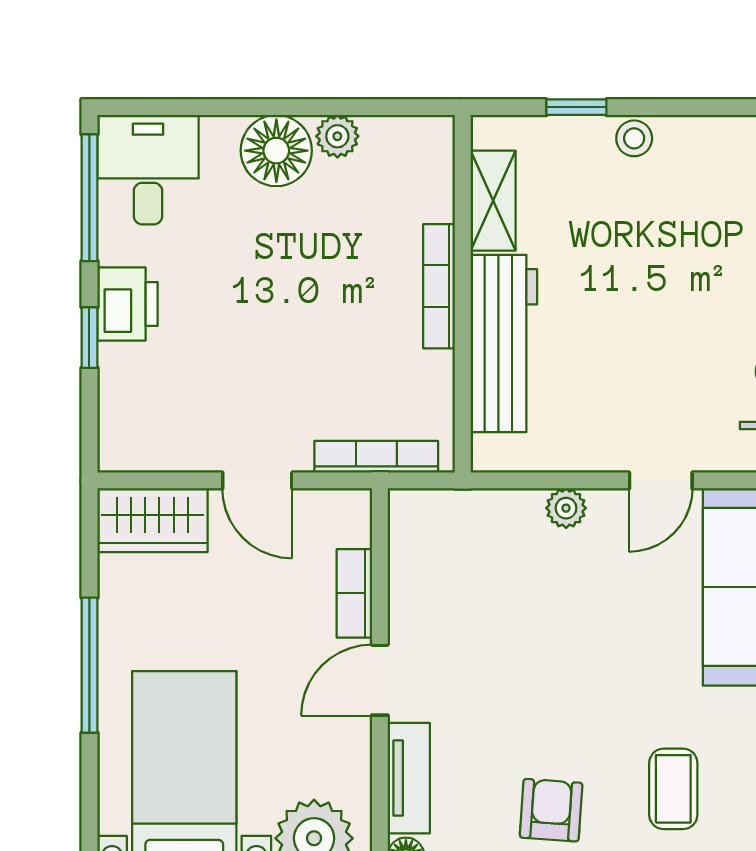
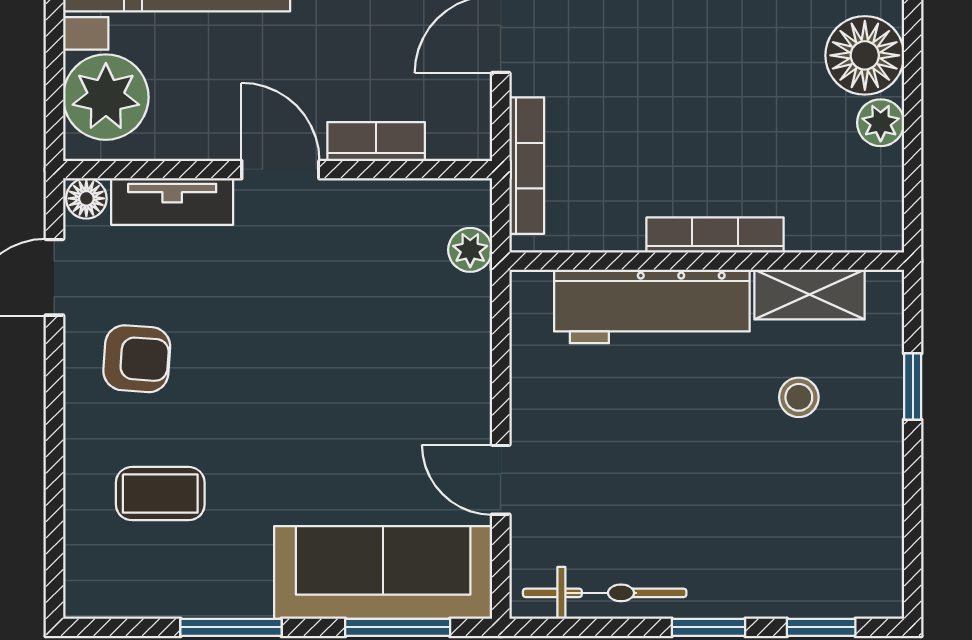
stool: (634, 138) -> (799, 397), moved
plant: (566, 508) -> (470, 250), moved

